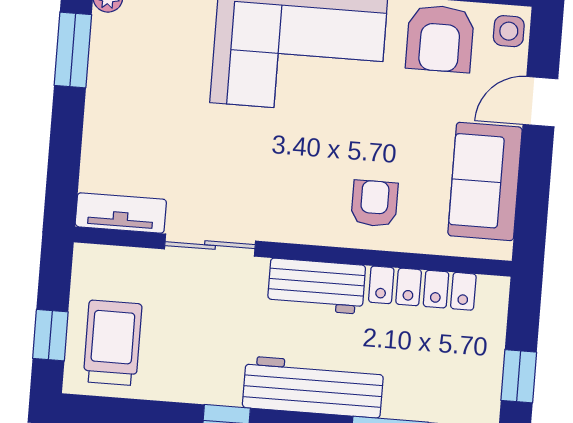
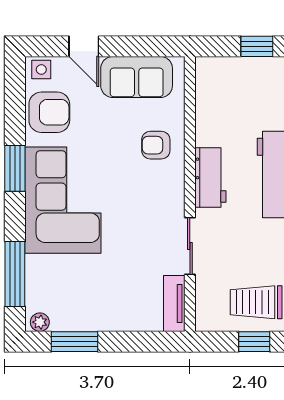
locker: (422, 288) -> (206, 111), removed

